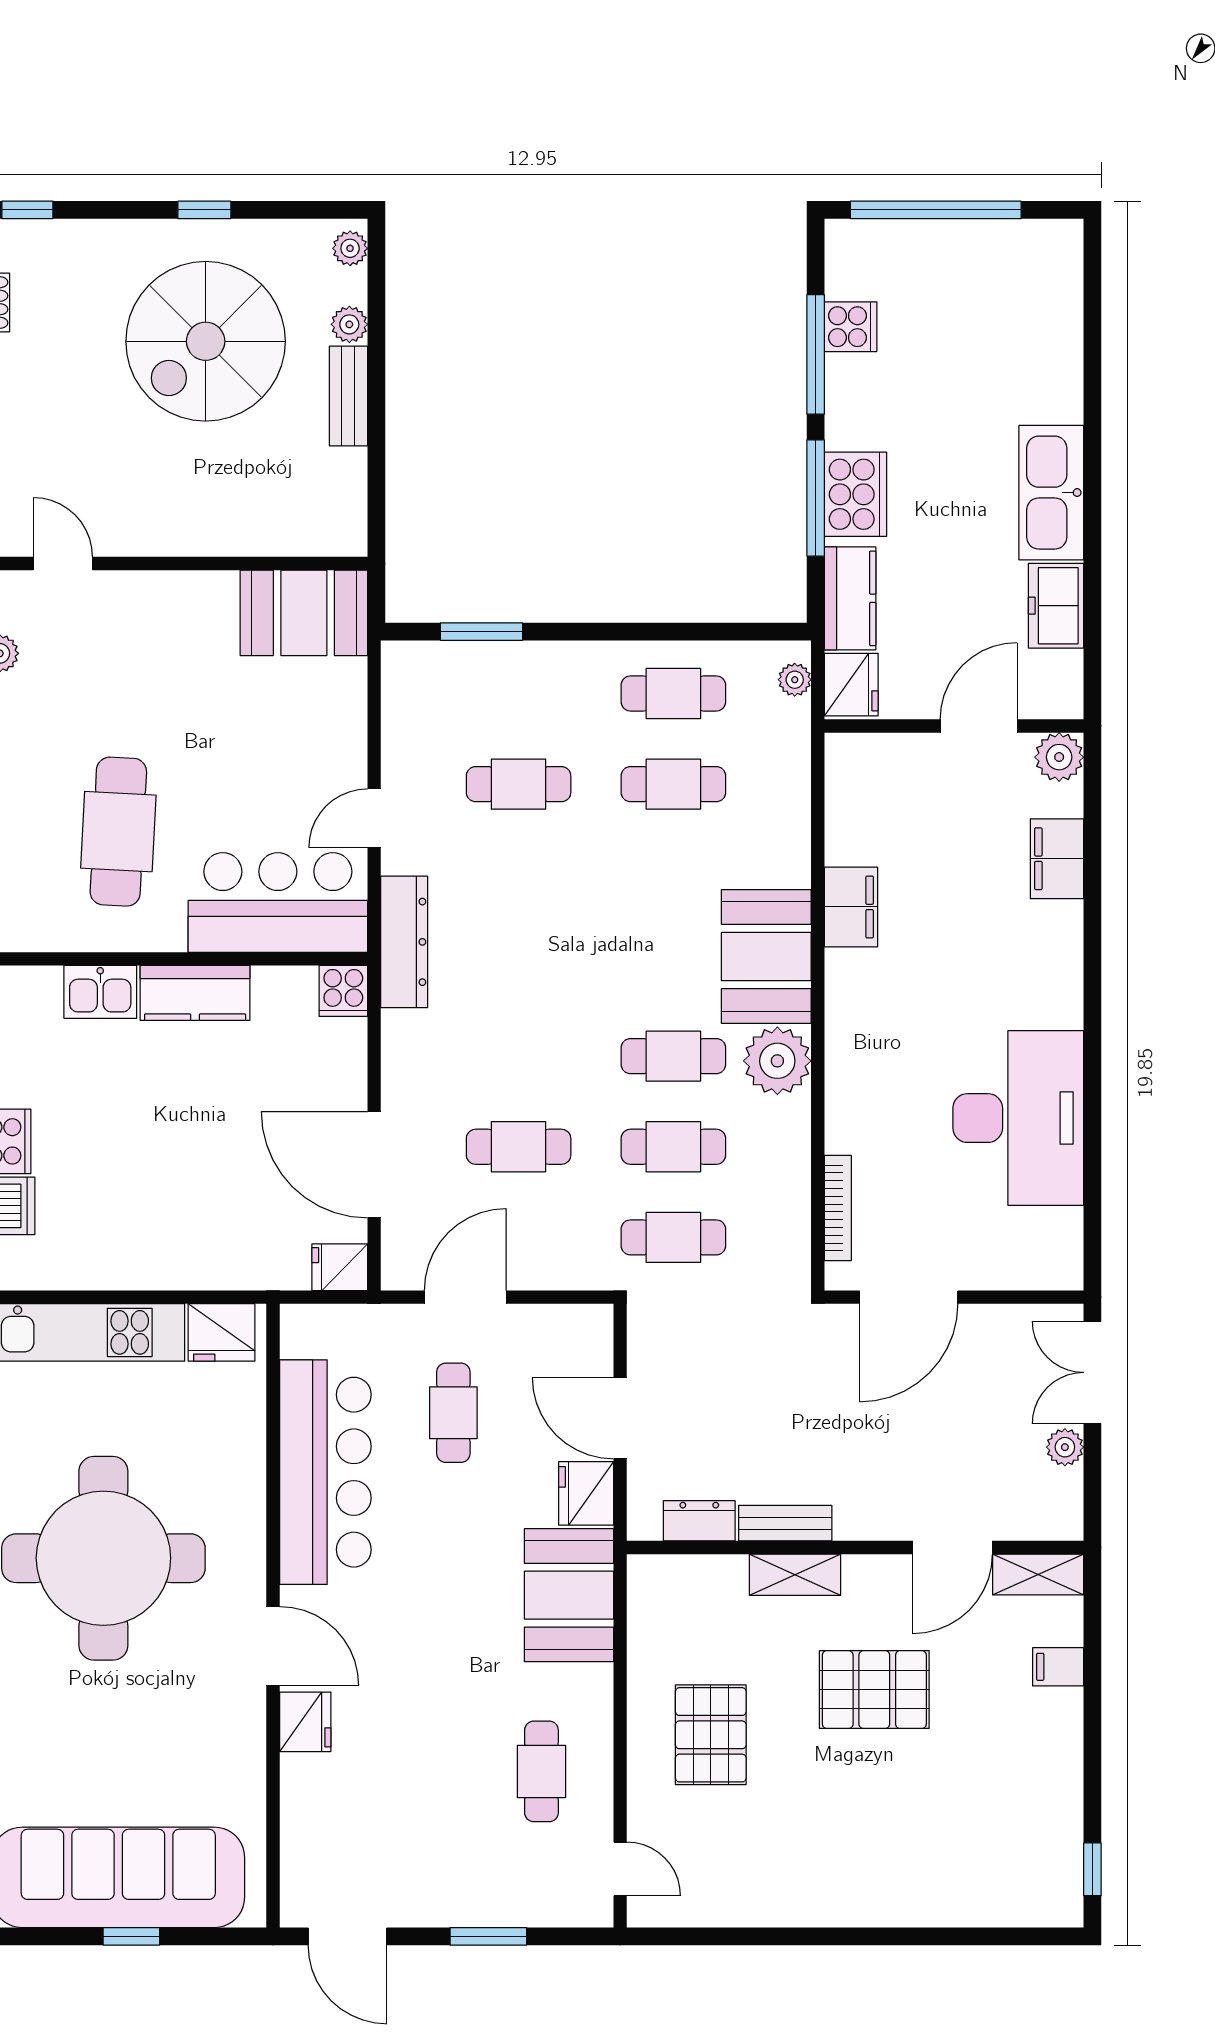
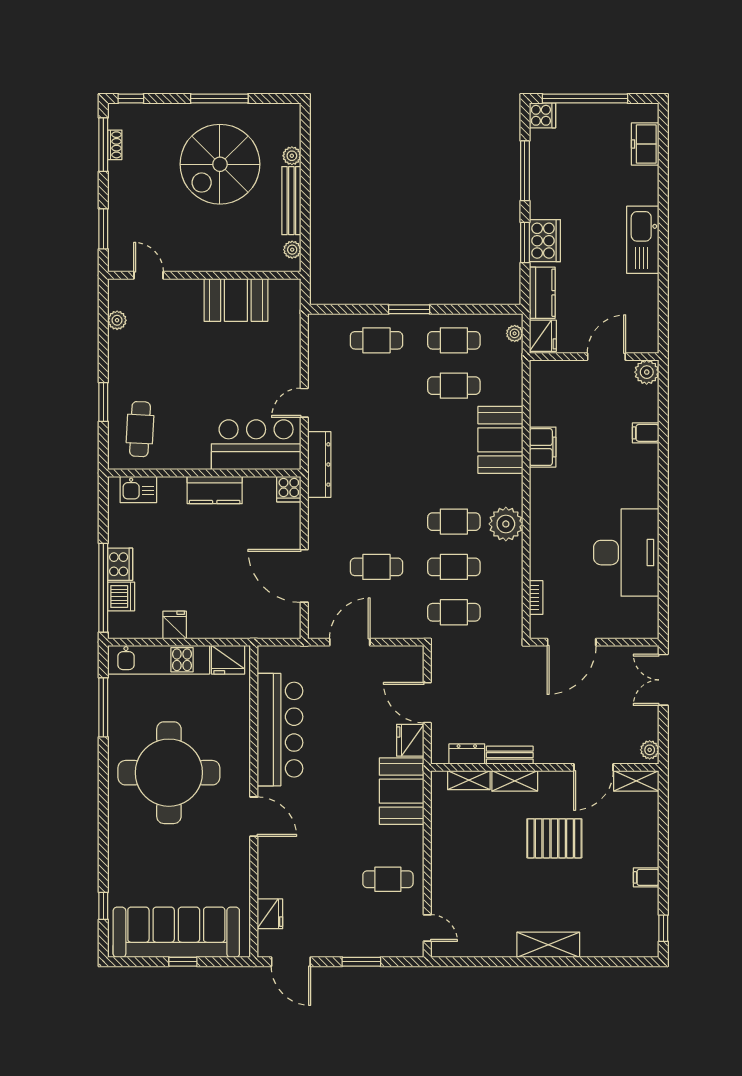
window: (204, 210) -> (219, 98), width x2.17
plant: (350, 248) -> (292, 250), moved
cooker: (851, 327) -> (542, 115), moved
bench: (348, 396) -> (291, 201), width x1.36
window: (816, 498) -> (525, 243), width x0.69
freezer: (1056, 606) -> (645, 144), moved
booth: (304, 613) -> (236, 300), moved
window: (482, 632) -> (409, 309), moved
cafe table: (519, 784) -> (376, 340), moved
cafe table: (118, 832) -> (140, 429), moved, width x0.73, depth x0.74
filing cabinet: (1057, 859) -> (646, 433), width x0.50
booth: (766, 957) -> (500, 440), moved
kitchen sink: (100, 992) -> (138, 489), moved
bookcase: (838, 1208) -> (536, 598), width x0.64
fridge: (340, 1267) -> (175, 625), moved, turned 90
cafe table: (453, 1413) -> (344, 700), removed
plant: (1065, 1447) -> (650, 750), moved
shelving: (703, 1573) -> (469, 780), added
filing cabinet: (1058, 1667) -> (646, 877), moved
fridge: (305, 1722) -> (270, 914), moved
pallet: (711, 1735) -> (473, 861), removed
cafe table: (541, 1771) -> (388, 879), turned 90
shelving: (862, 1902) -> (548, 945), added

